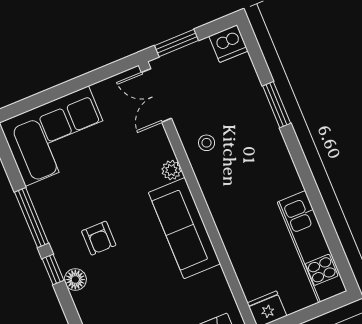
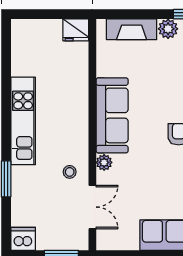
double door: (156, 95) -> (92, 207), moved
kitchen unit: (312, 247) -> (23, 121), moved

